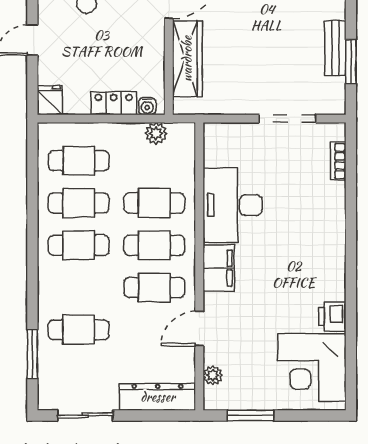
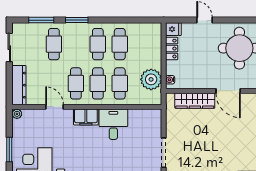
locker: (114, 103) -> (172, 49), moved
plant: (156, 133) -> (151, 79), width x1.87, depth x1.87
cafe table: (79, 161) -> (142, 44), removed
desk: (233, 205) -> (113, 124), width x0.73
window: (32, 286) -> (77, 20), added
plant: (213, 375) -> (17, 114), moved
window: (250, 415) -> (9, 150), moved

